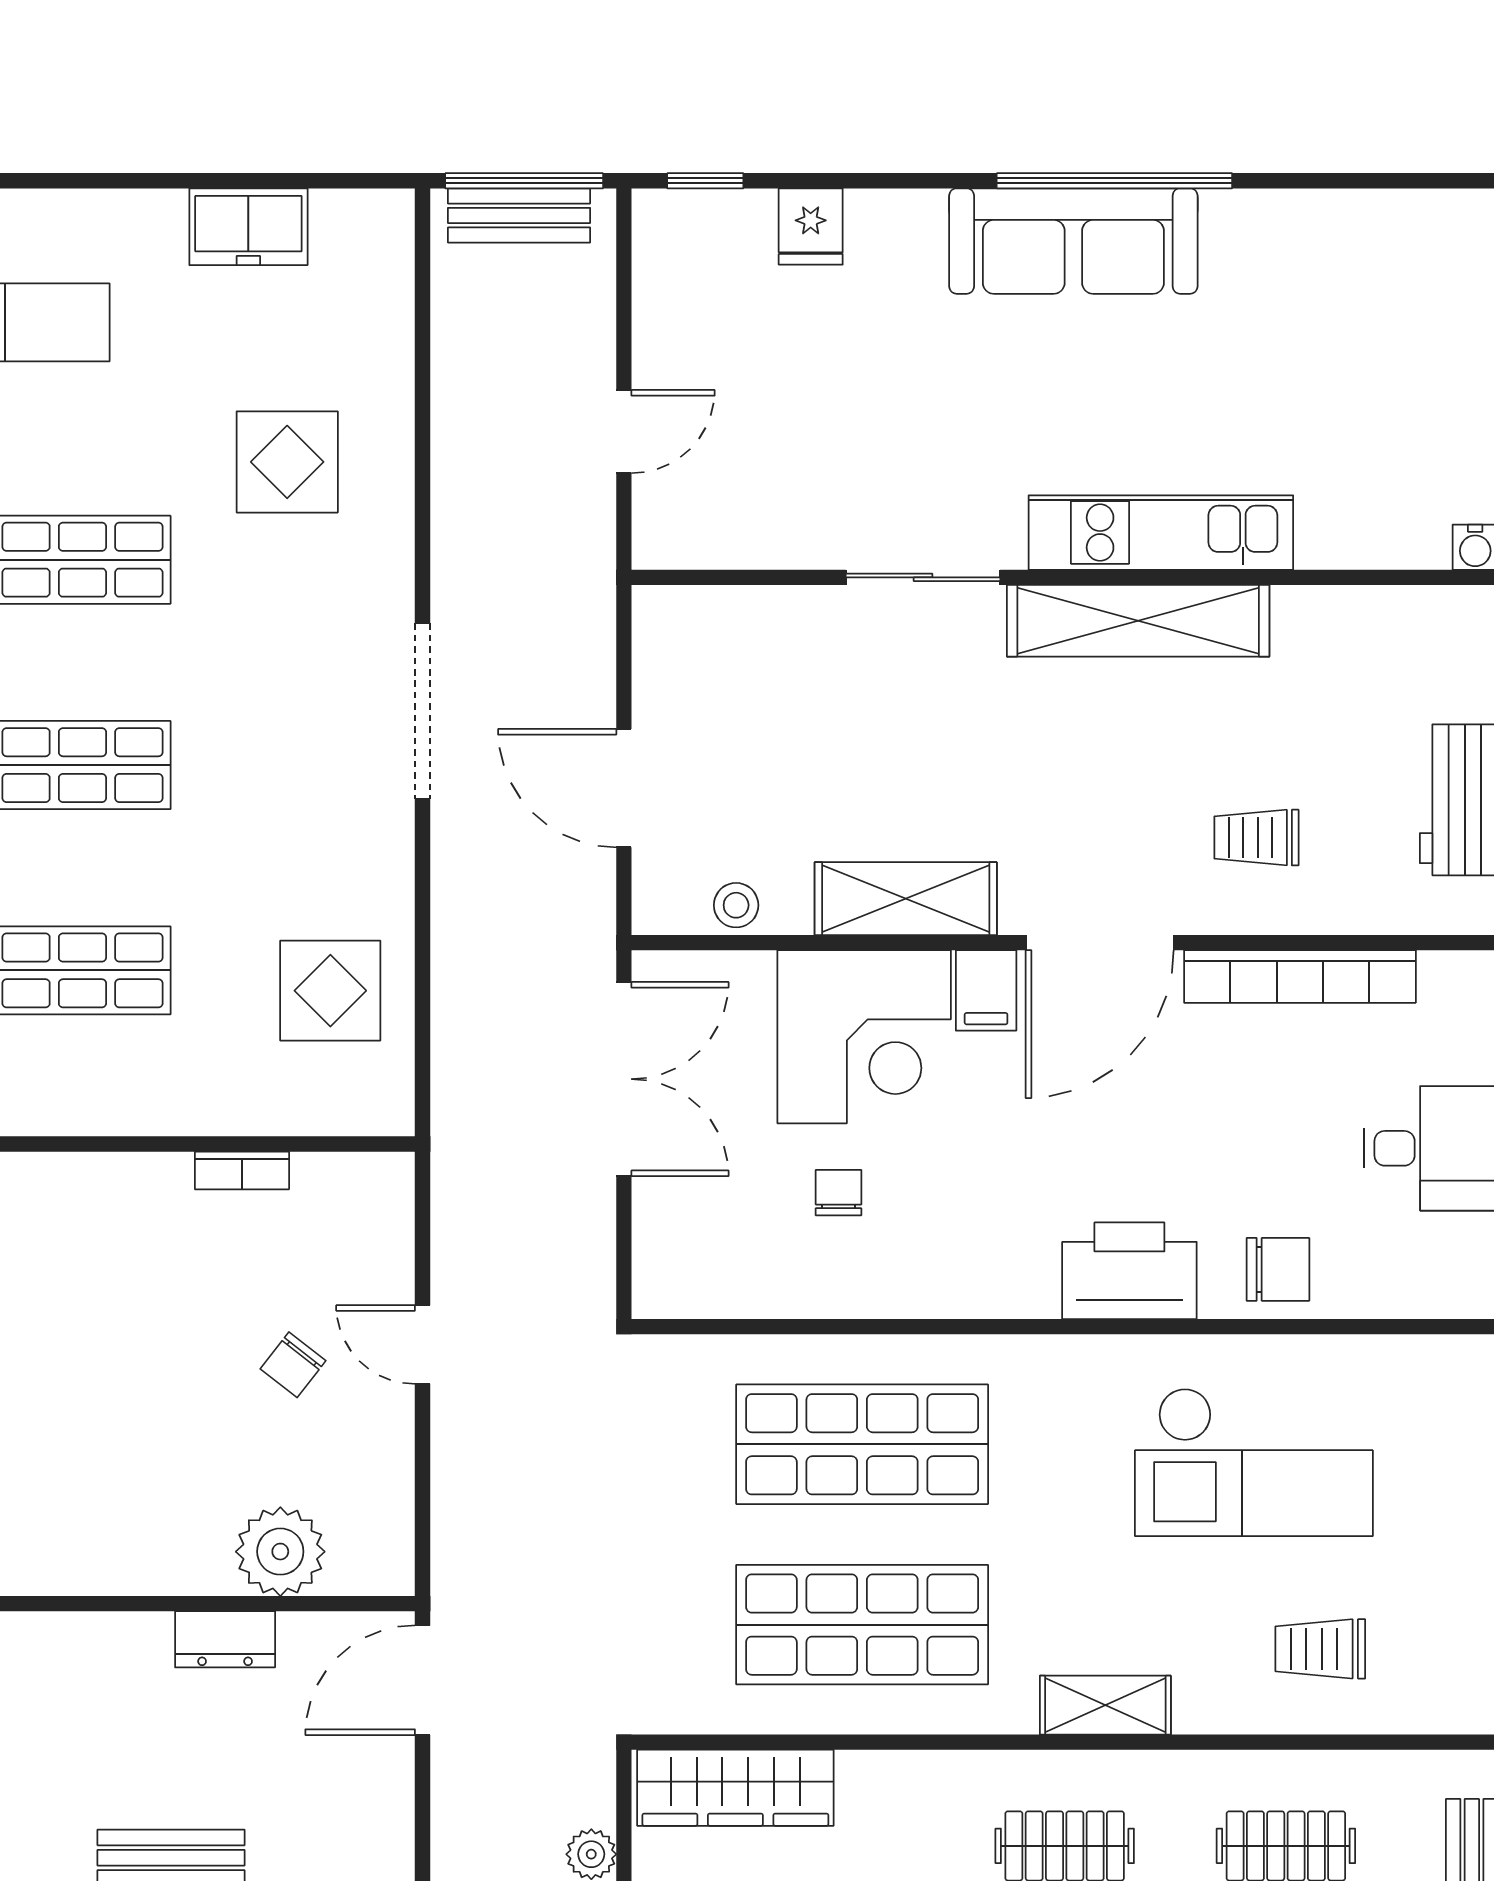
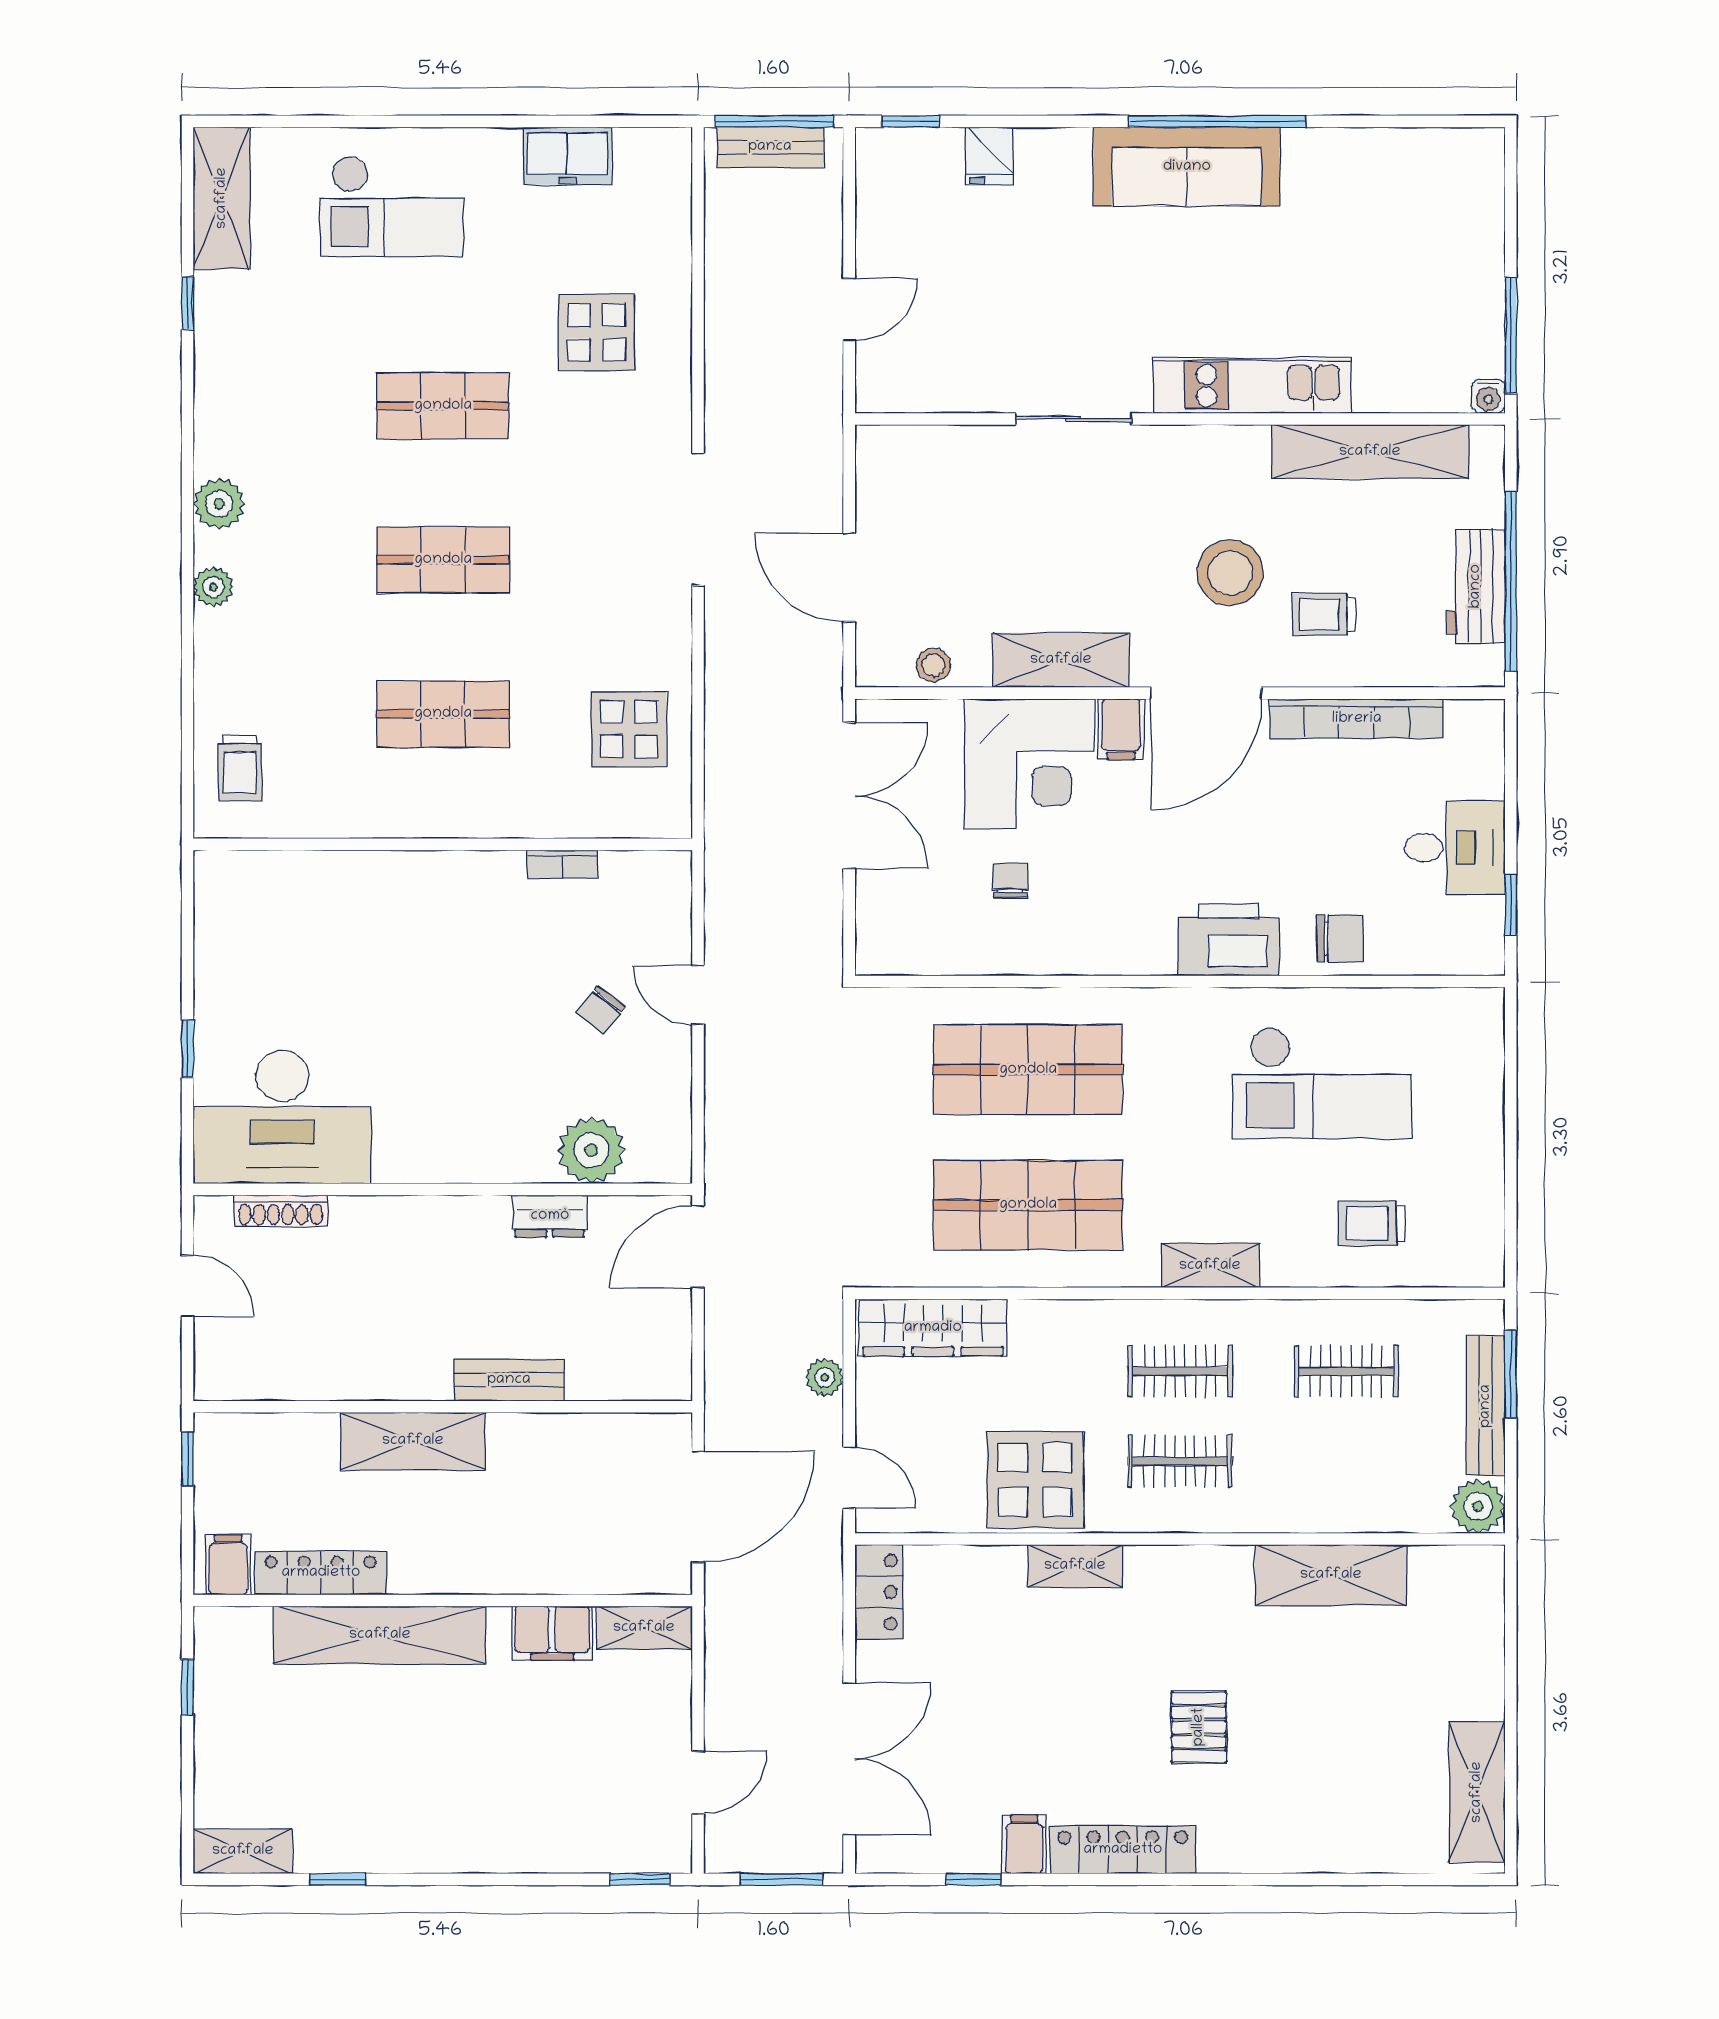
shelving: (1138, 621) -> (1370, 452), moved
stool: (1132, 782) -> (1230, 573), added

